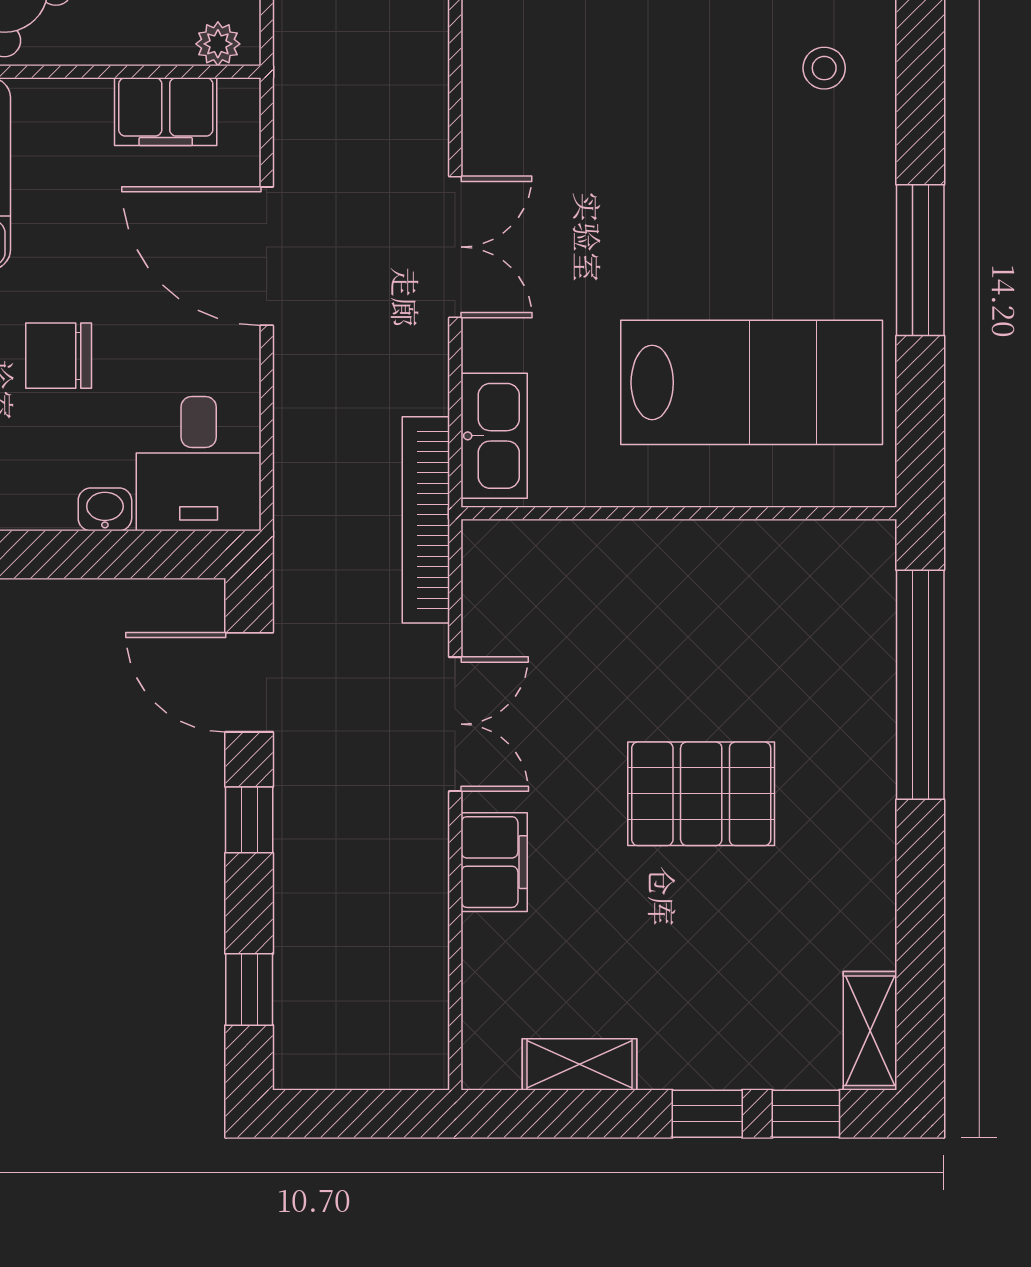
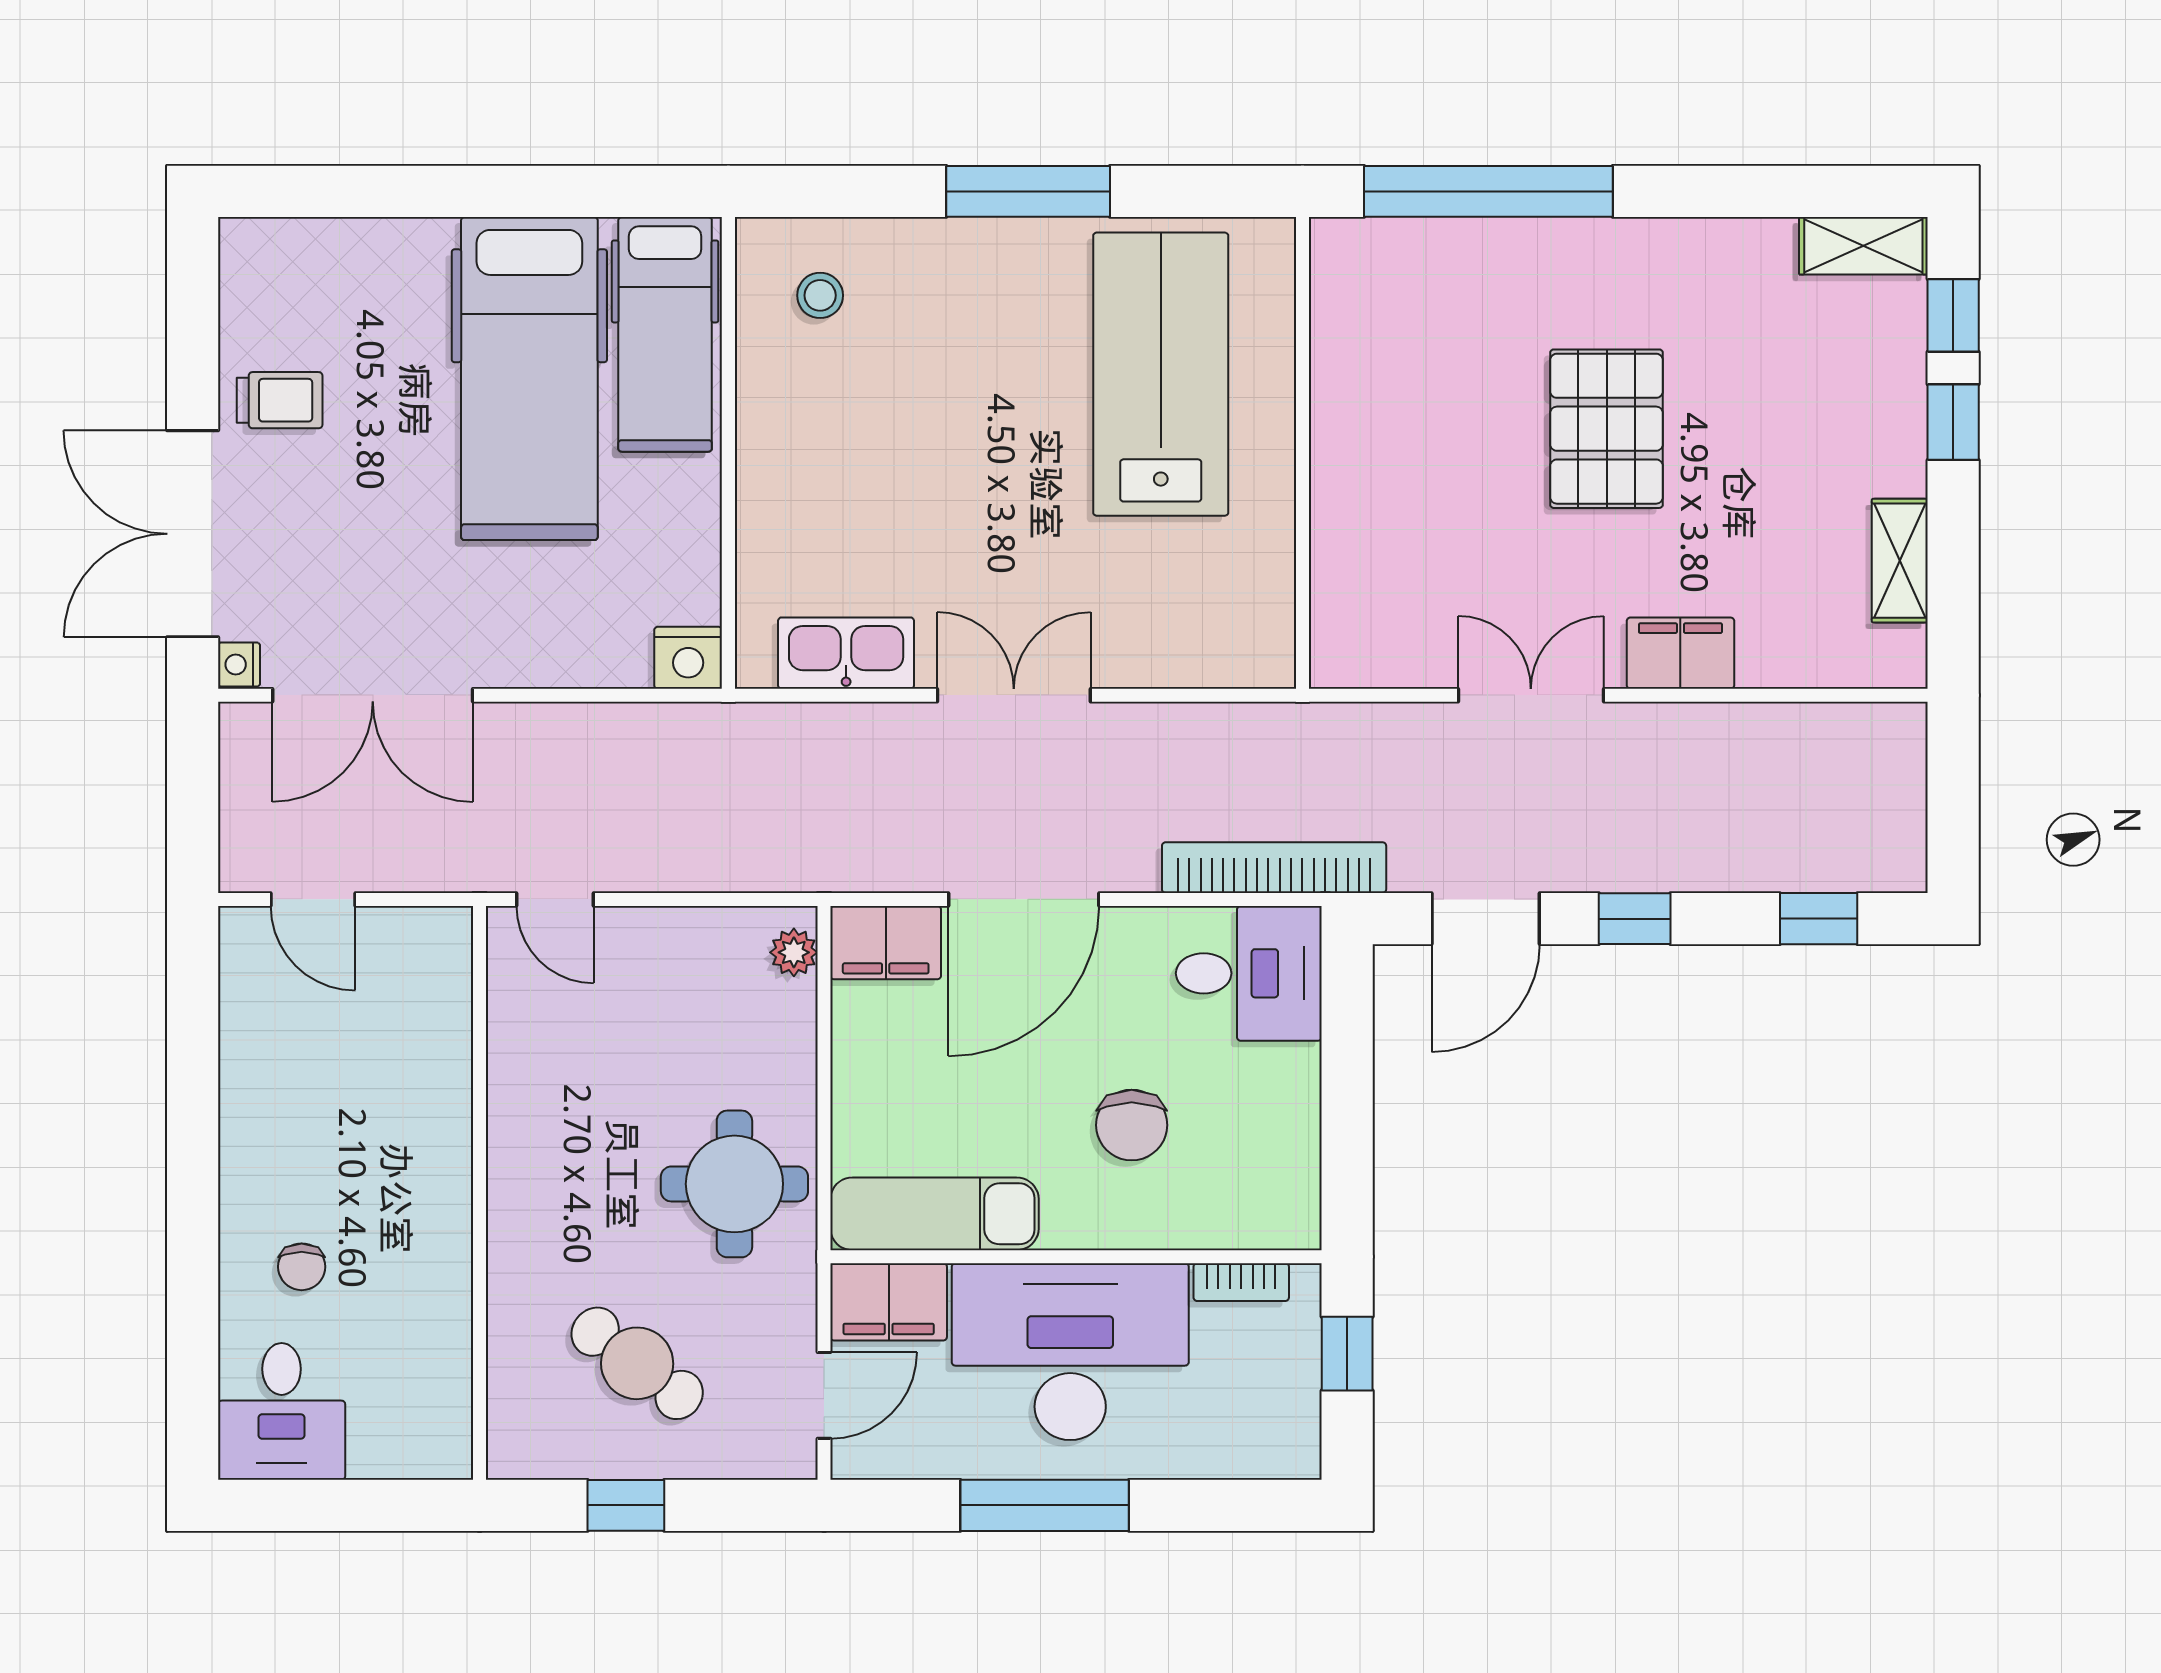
filing cabinet: (166, 112) -> (886, 943), moved, turned 90
kitchen sink: (494, 436) -> (846, 653), moved
washbasin: (105, 509) -> (1298, 1075), removed
bookcase: (426, 520) -> (1274, 868), moved, turned 180

